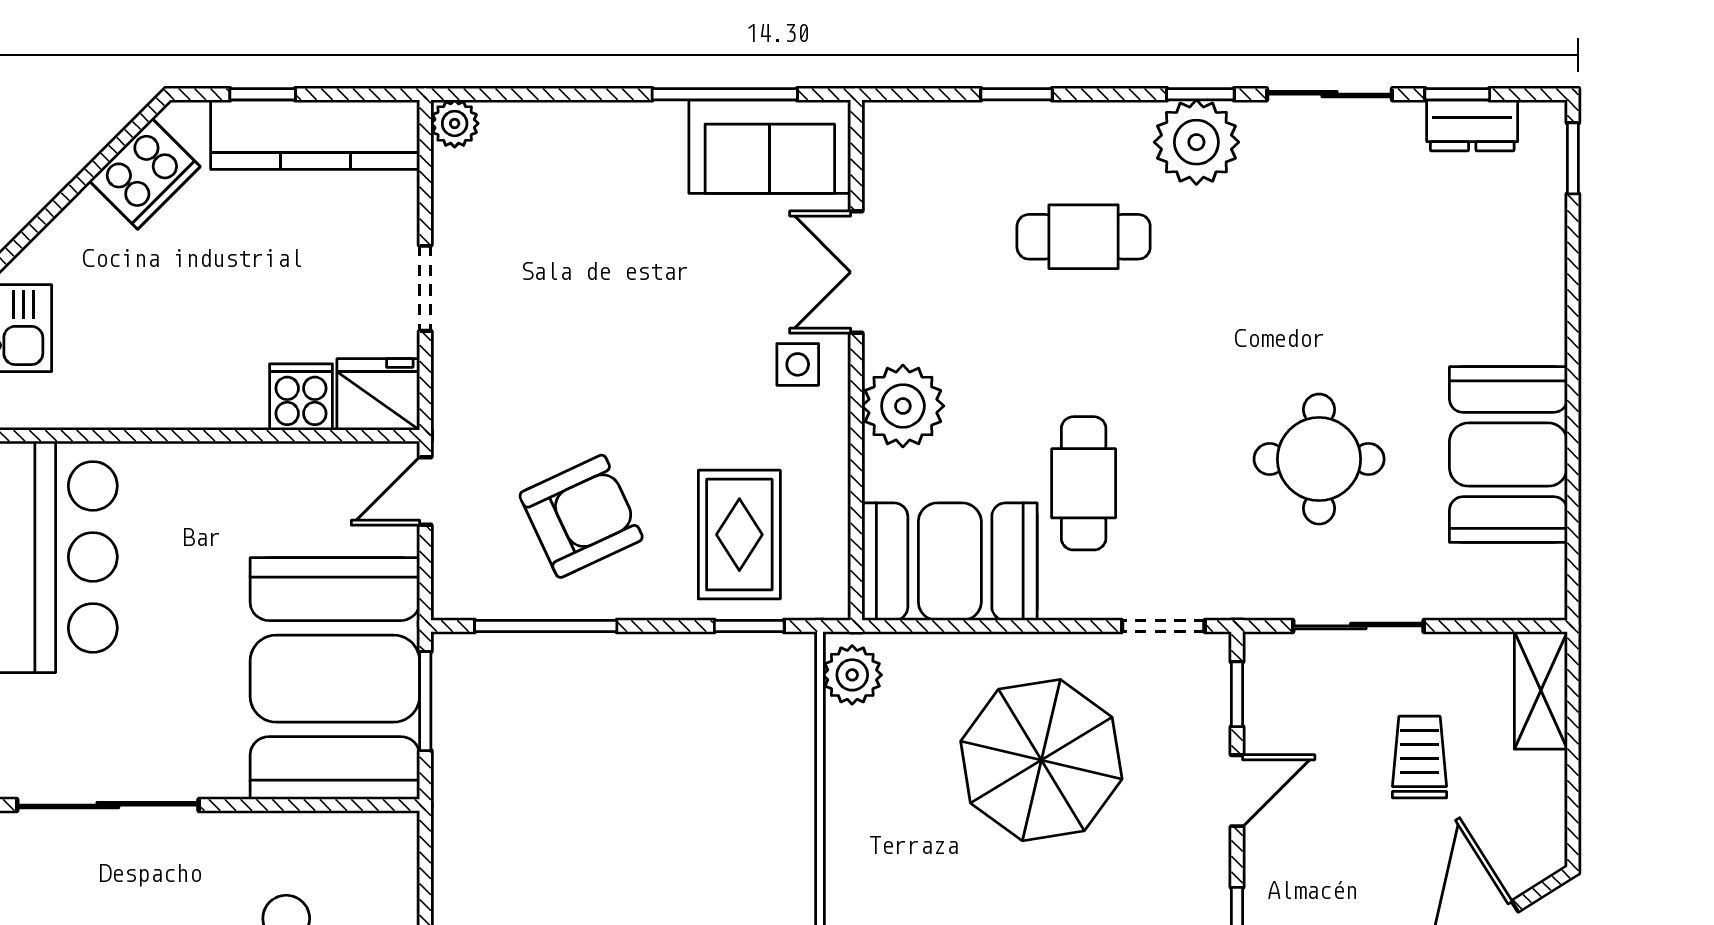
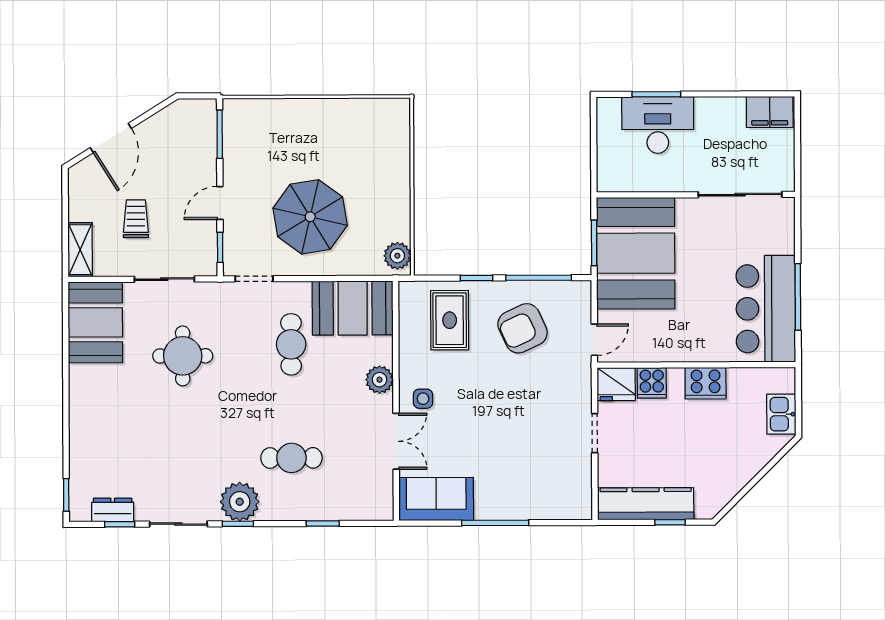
window: (725, 94) -> (495, 523), moved
plant: (455, 123) -> (581, 509), removed
cooker: (145, 174) -> (706, 383), moved, turned -135
plant: (903, 406) -> (379, 380), width x0.73, depth x0.73
booth: (1508, 455) -> (95, 322), moved
window: (749, 626) -> (476, 278), moved
trolley: (1420, 757) -> (136, 219), turned 180

